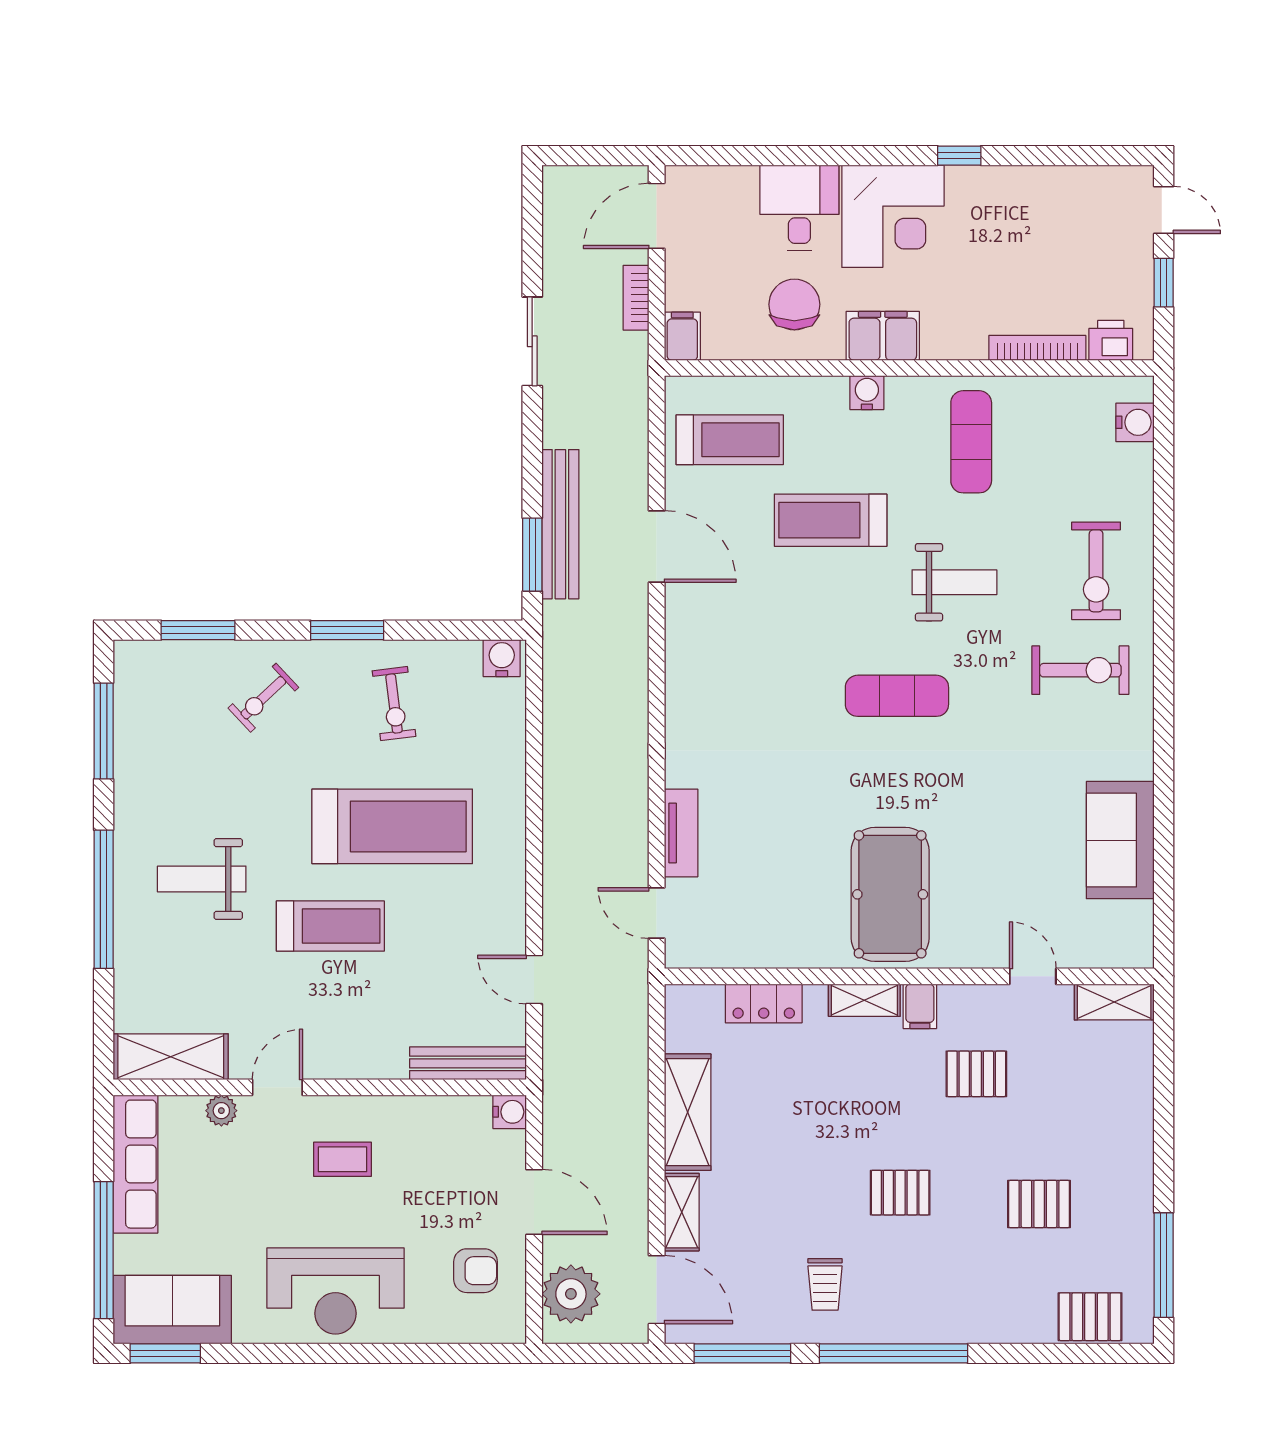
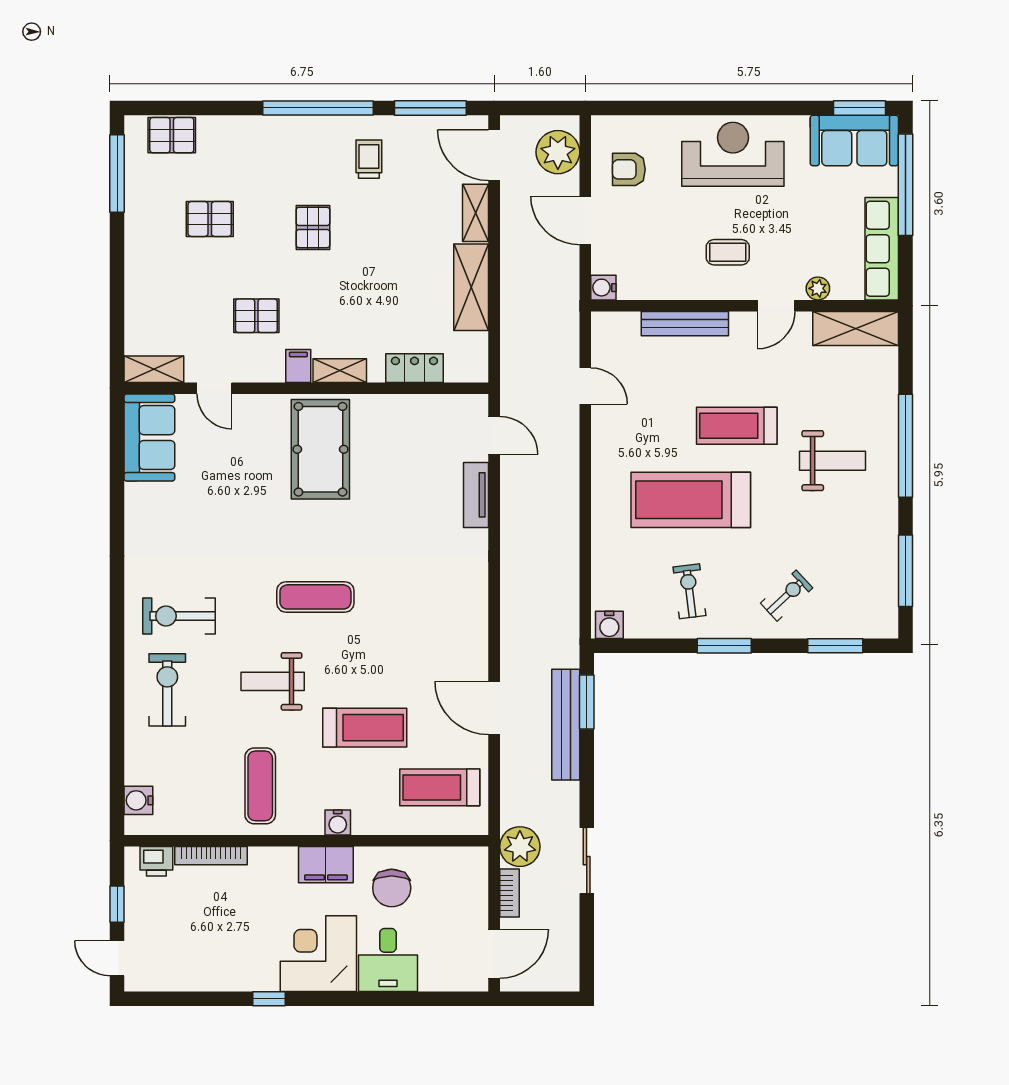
filing cabinet: (682, 336) -> (475, 864), removed
plant: (622, 360) -> (520, 847), added
sofa: (1120, 840) -> (149, 438), moved
bench: (468, 1063) -> (685, 324), moved
pallet: (900, 1193) -> (313, 227), turned 90

